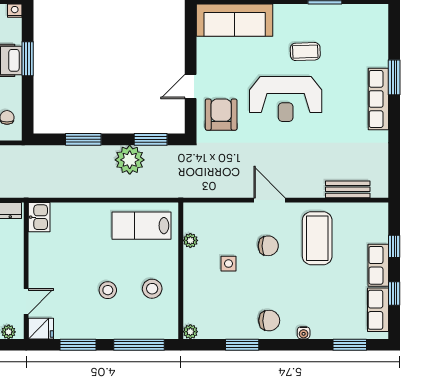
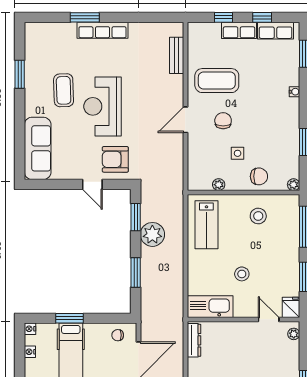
coffee table: (305, 52) -> (64, 90), width x1.36, depth x1.30
reception desk: (286, 99) -> (102, 106), turned 180
kitchen sink: (39, 217) -> (210, 307), width x1.88, depth x1.24
stool: (108, 290) -> (242, 274), moved
chair: (269, 321) -> (259, 176), moved, turned 90

